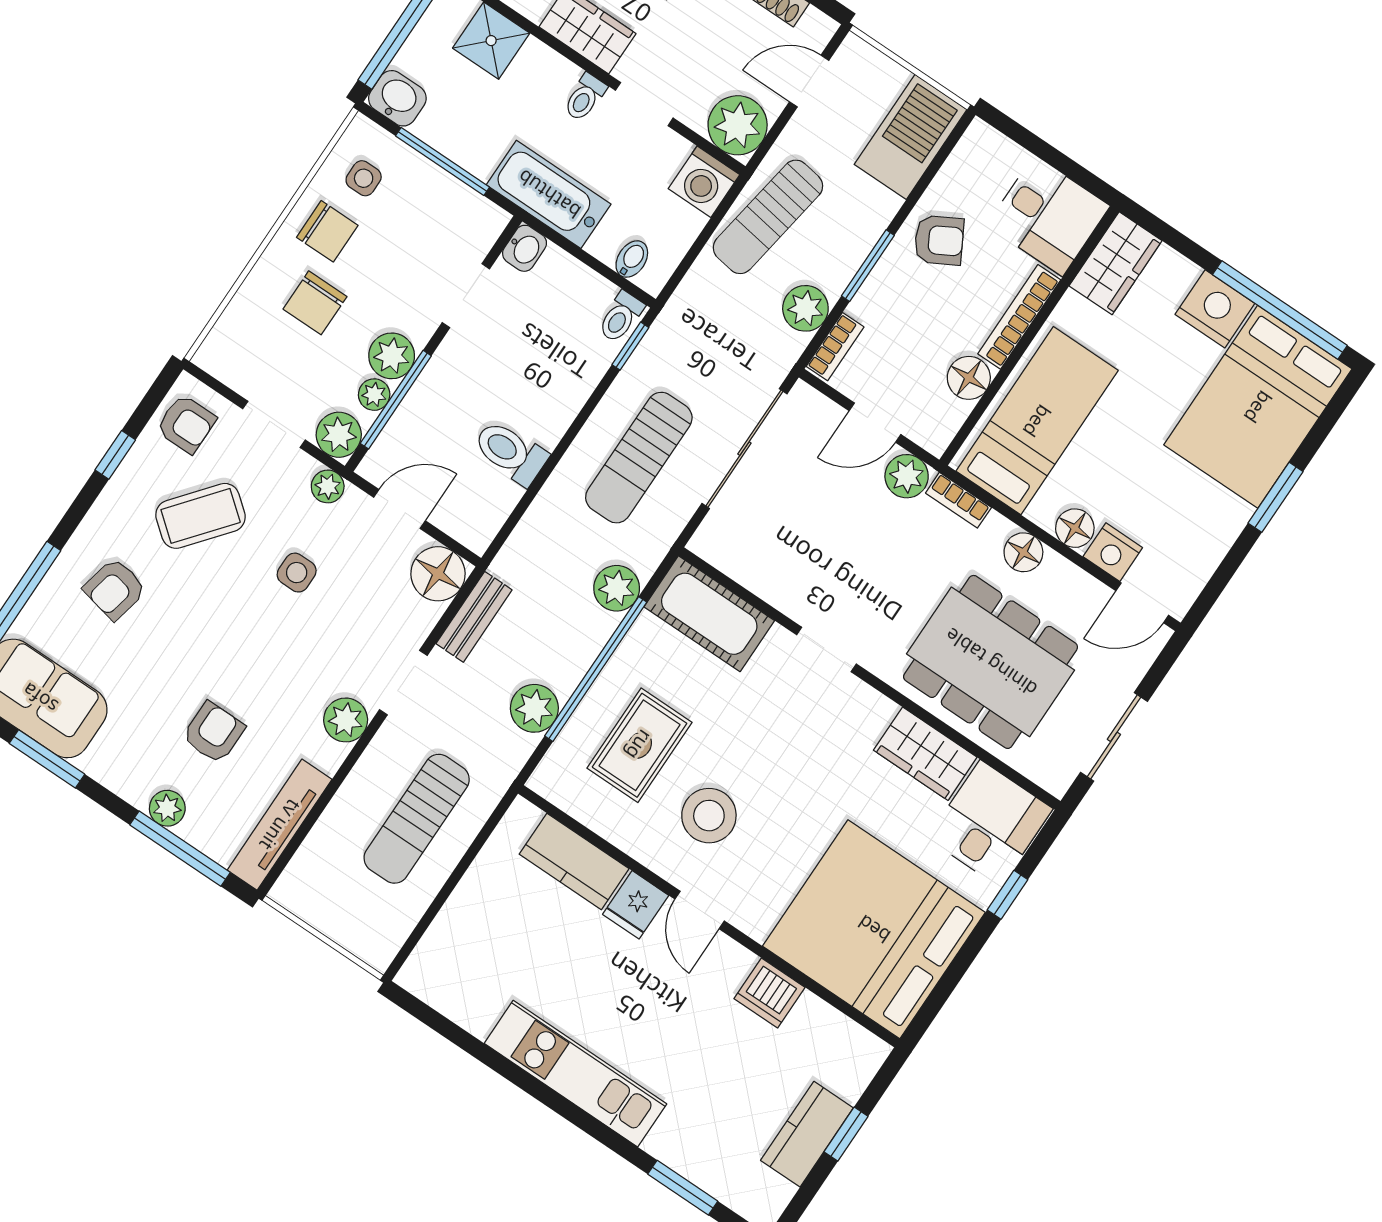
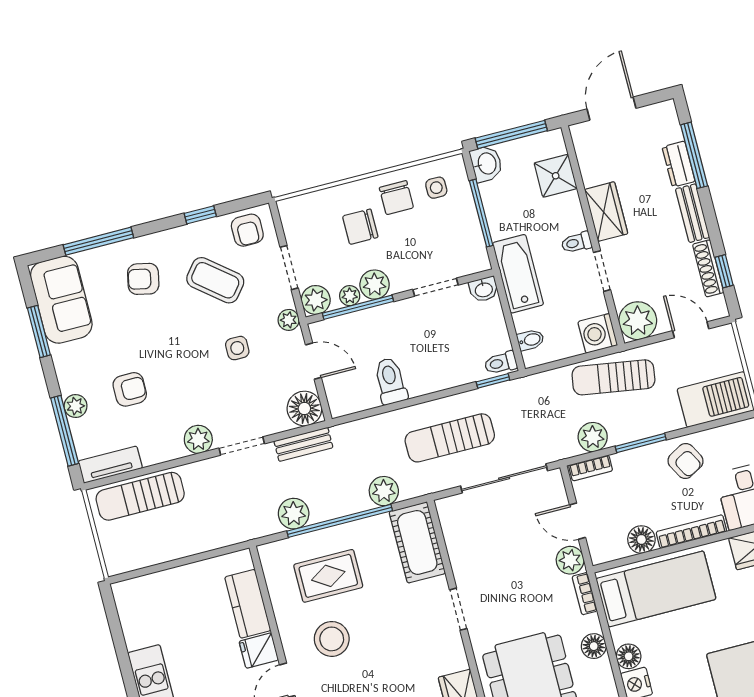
sun lounger: (417, 819) -> (140, 496), moved
tv unit: (280, 825) -> (110, 465), width x0.71

